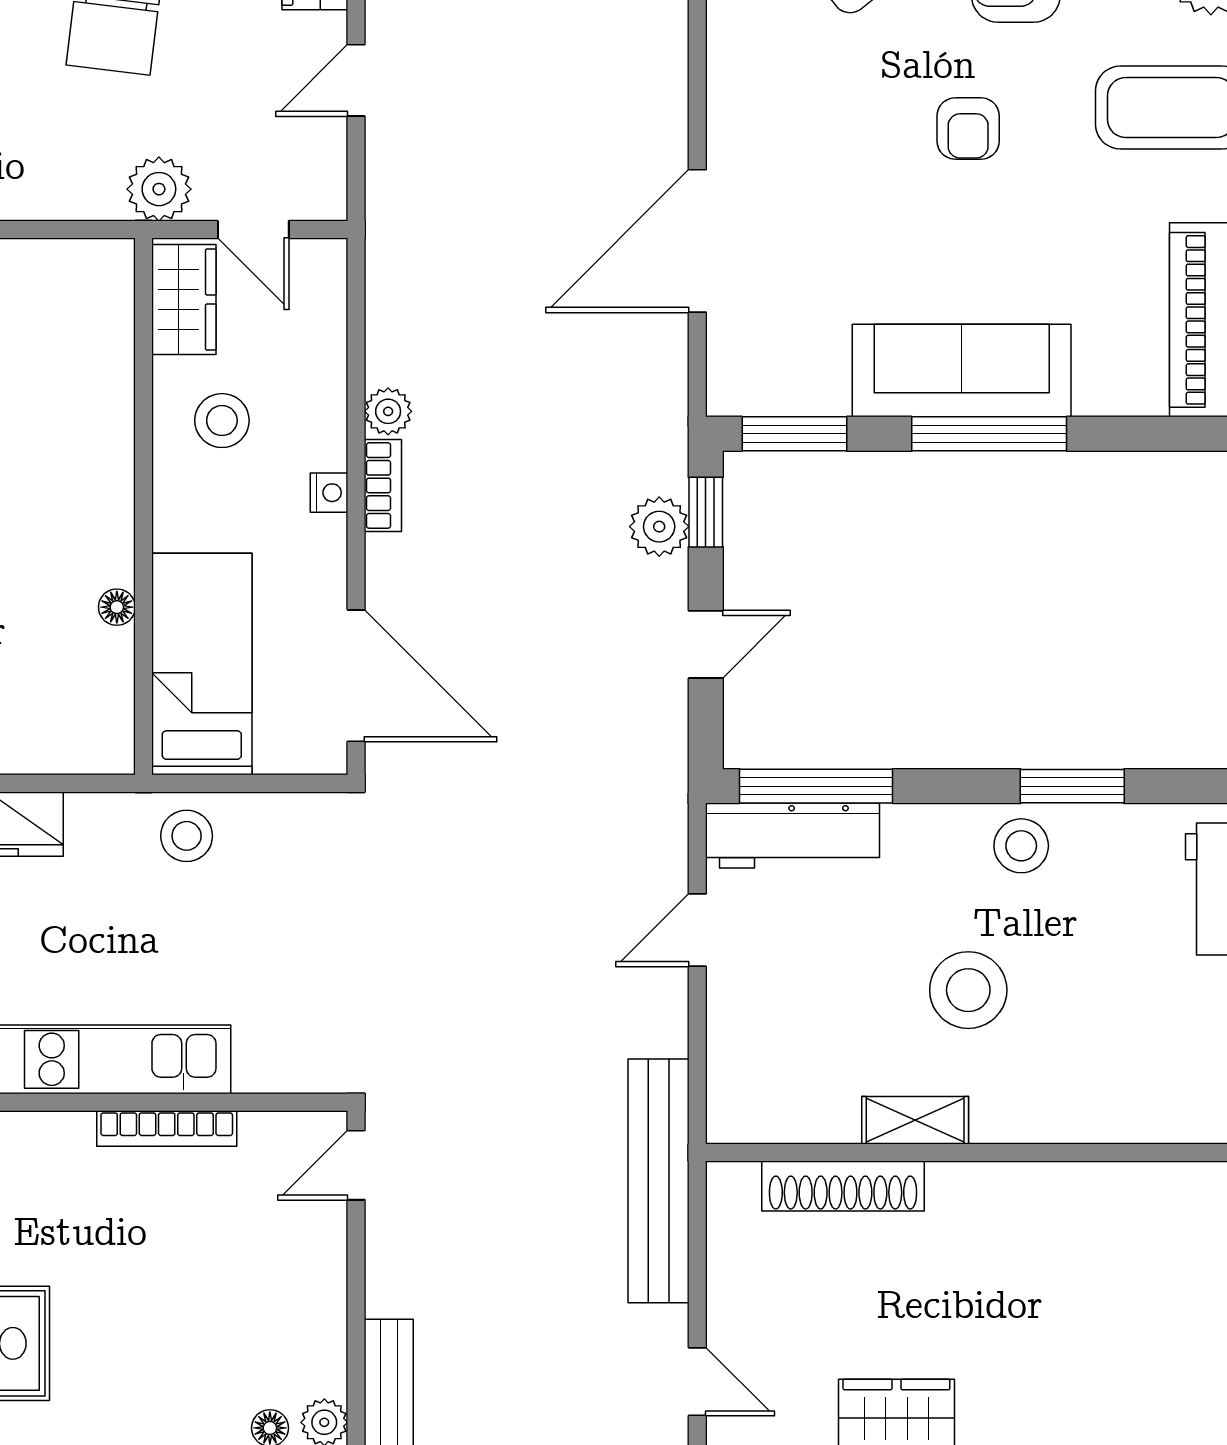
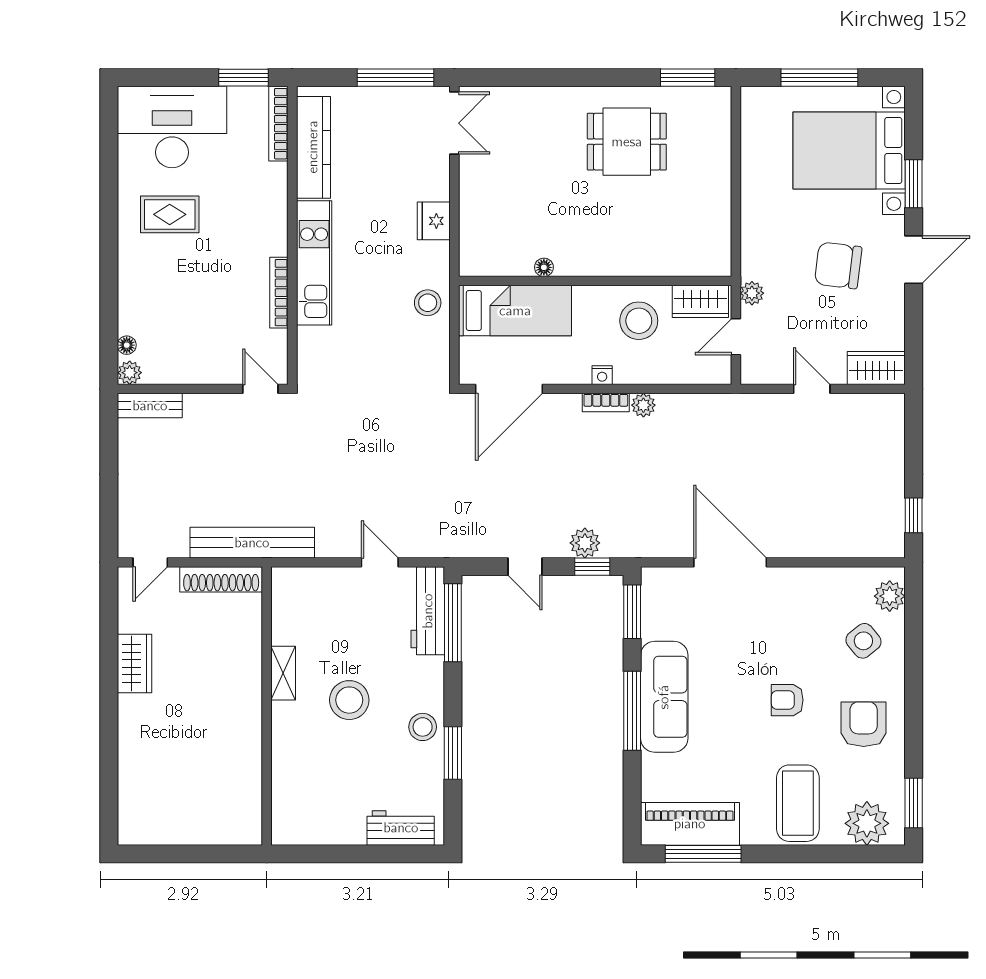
plant: (159, 189) -> (752, 293), width x0.73, depth x0.73
stool: (222, 421) -> (639, 321), width x1.38, depth x1.38
shoe rack: (843, 1186) -> (221, 579), moved, turned -90

